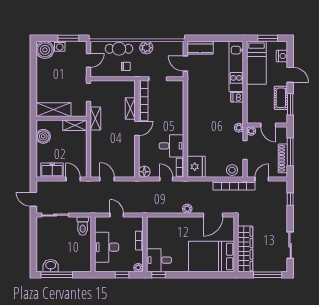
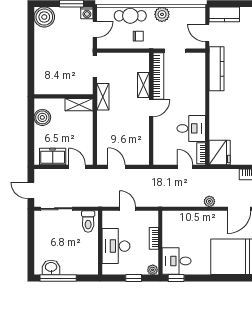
washing machine: (60, 46) -> (87, 13), moved
kitchen counter: (193, 94) -> (217, 69), added
shelving: (54, 110) -> (54, 86), removed
floor lamp: (144, 172) -> (160, 158), removed

